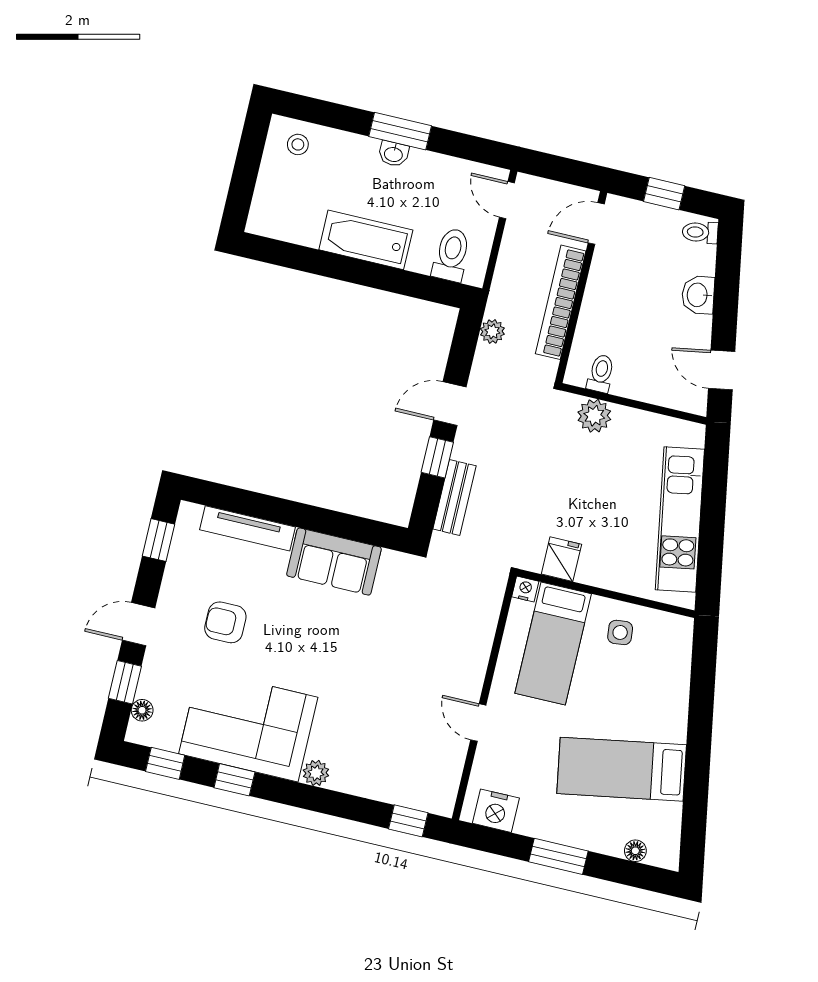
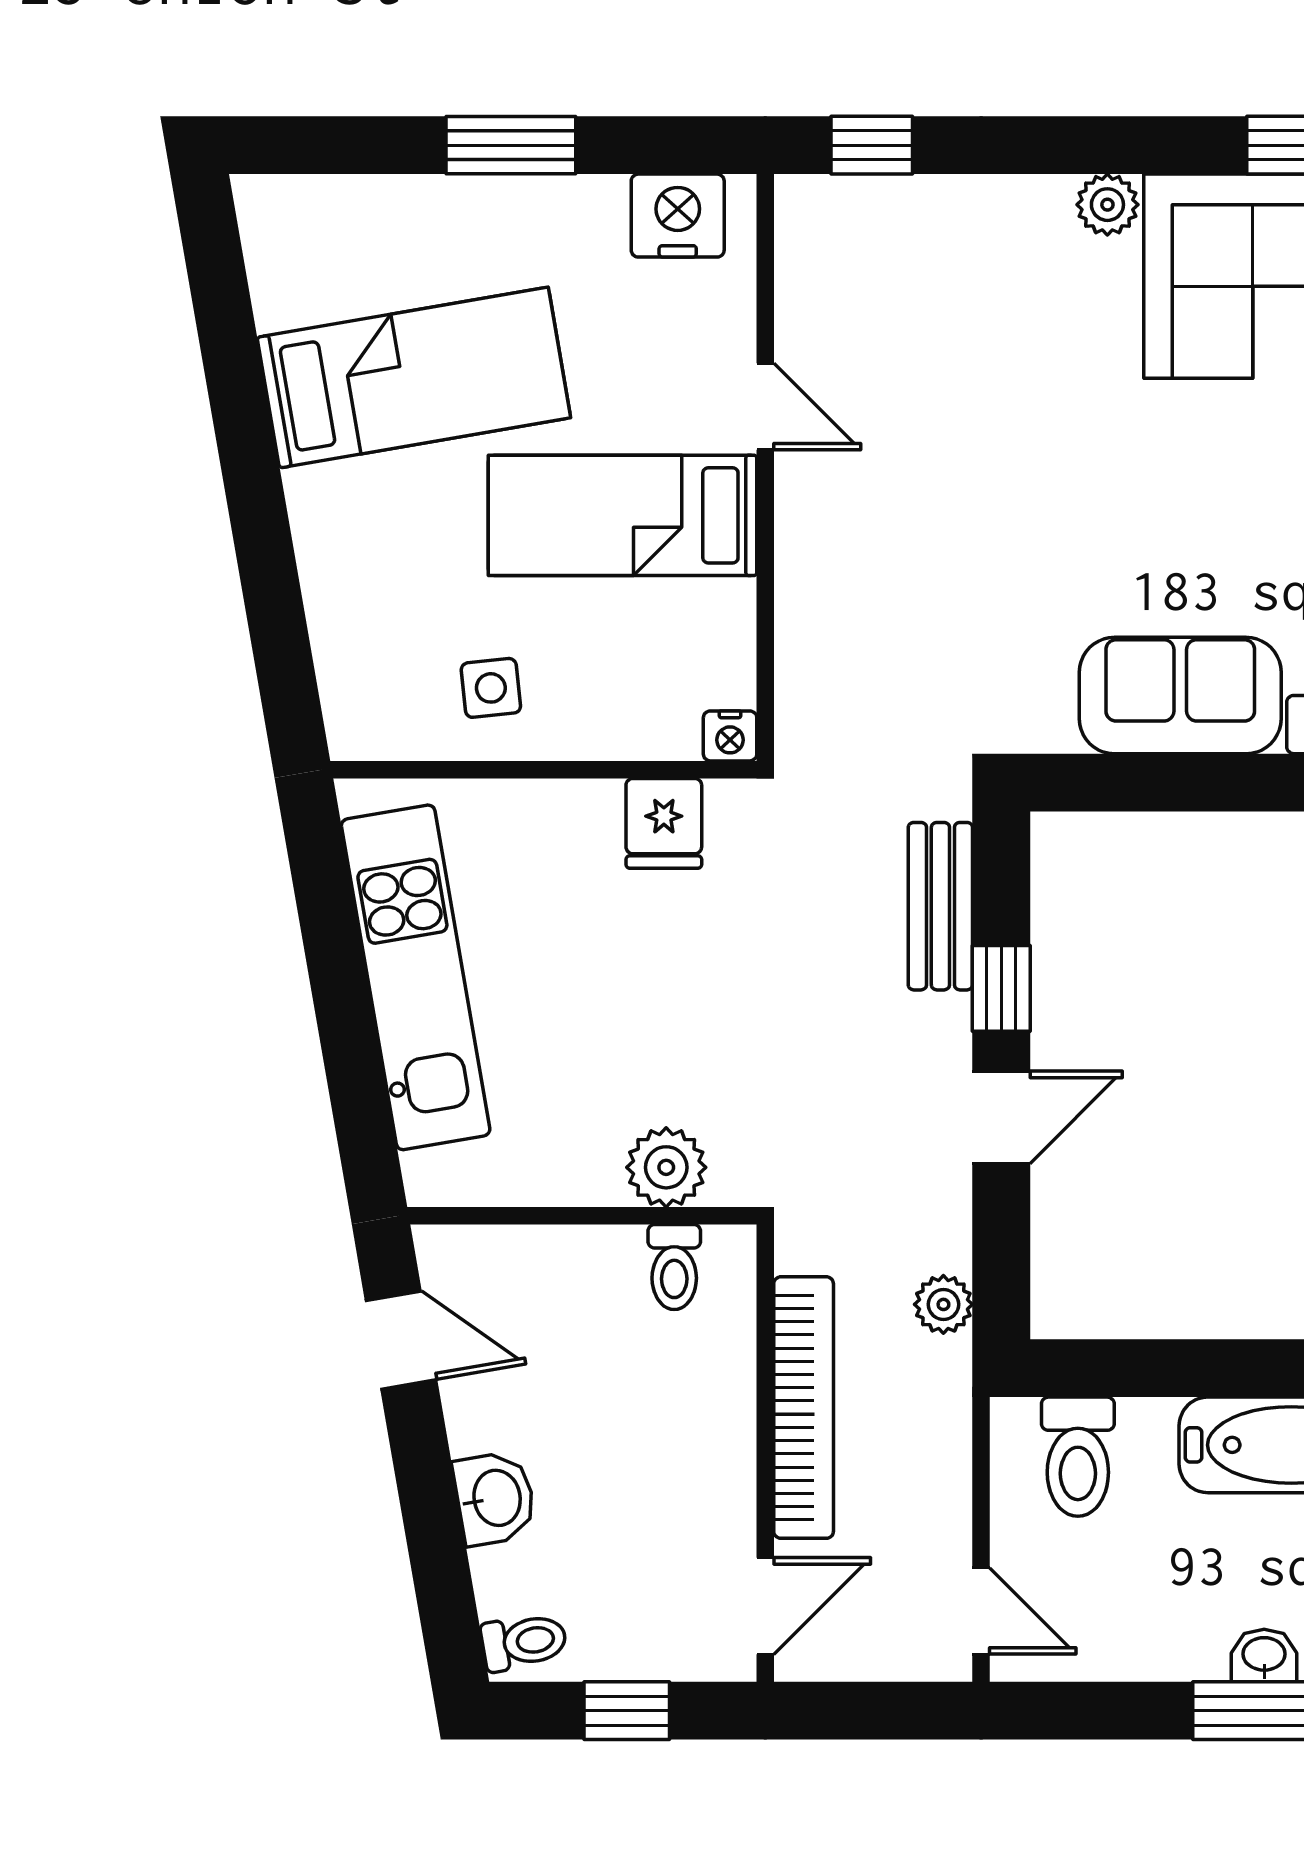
bed: (553, 643) -> (623, 515), moved, turned -90
floor lamp: (635, 851) -> (339, 199), removed

